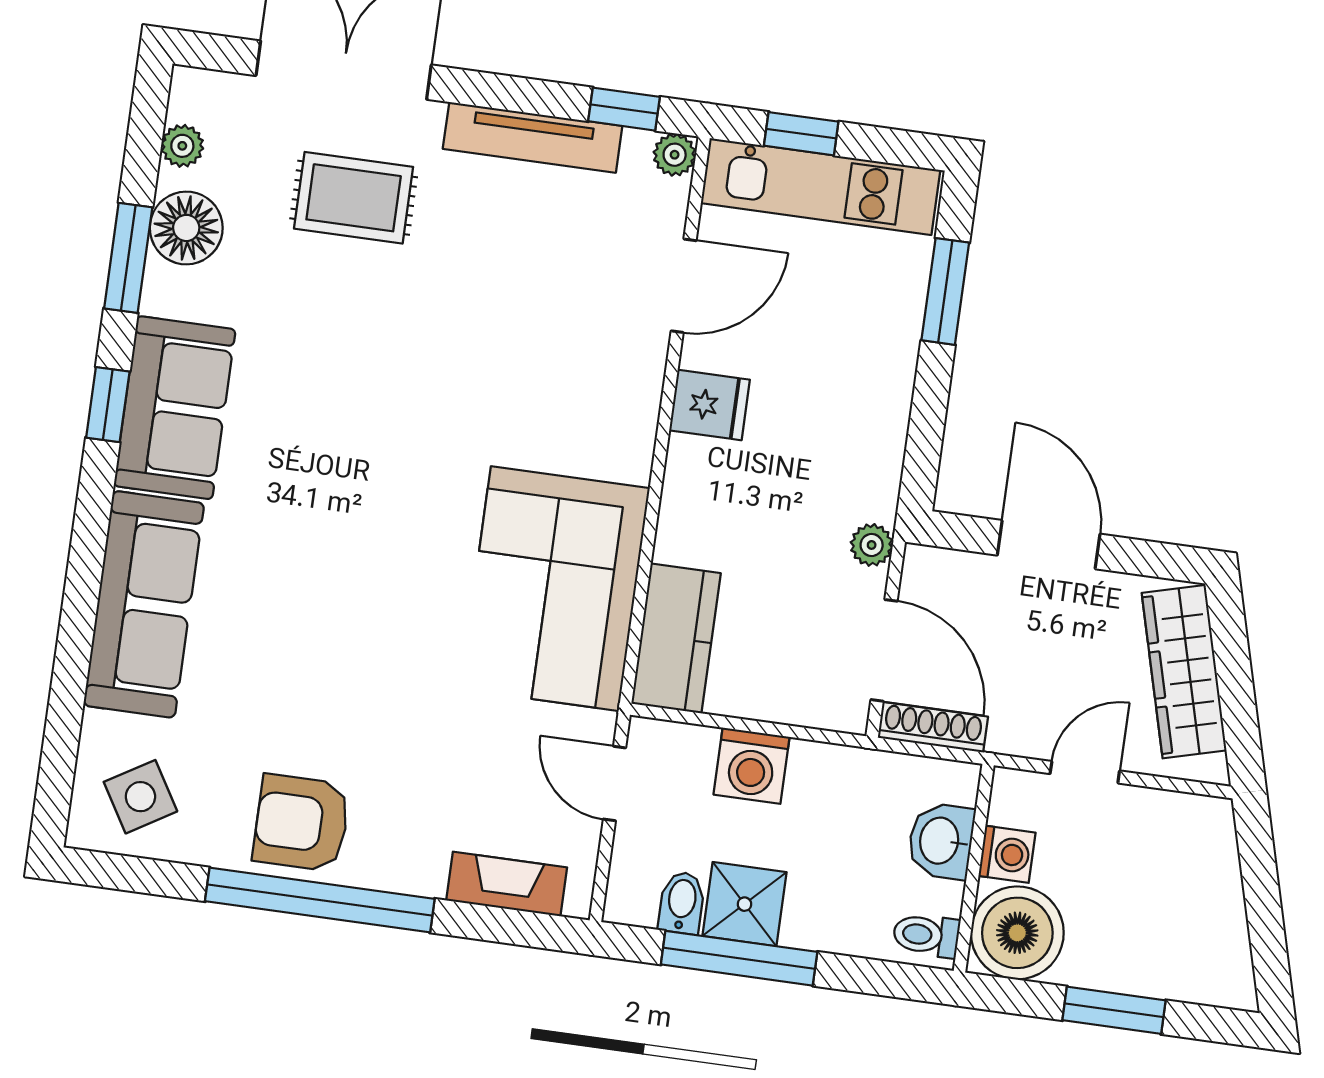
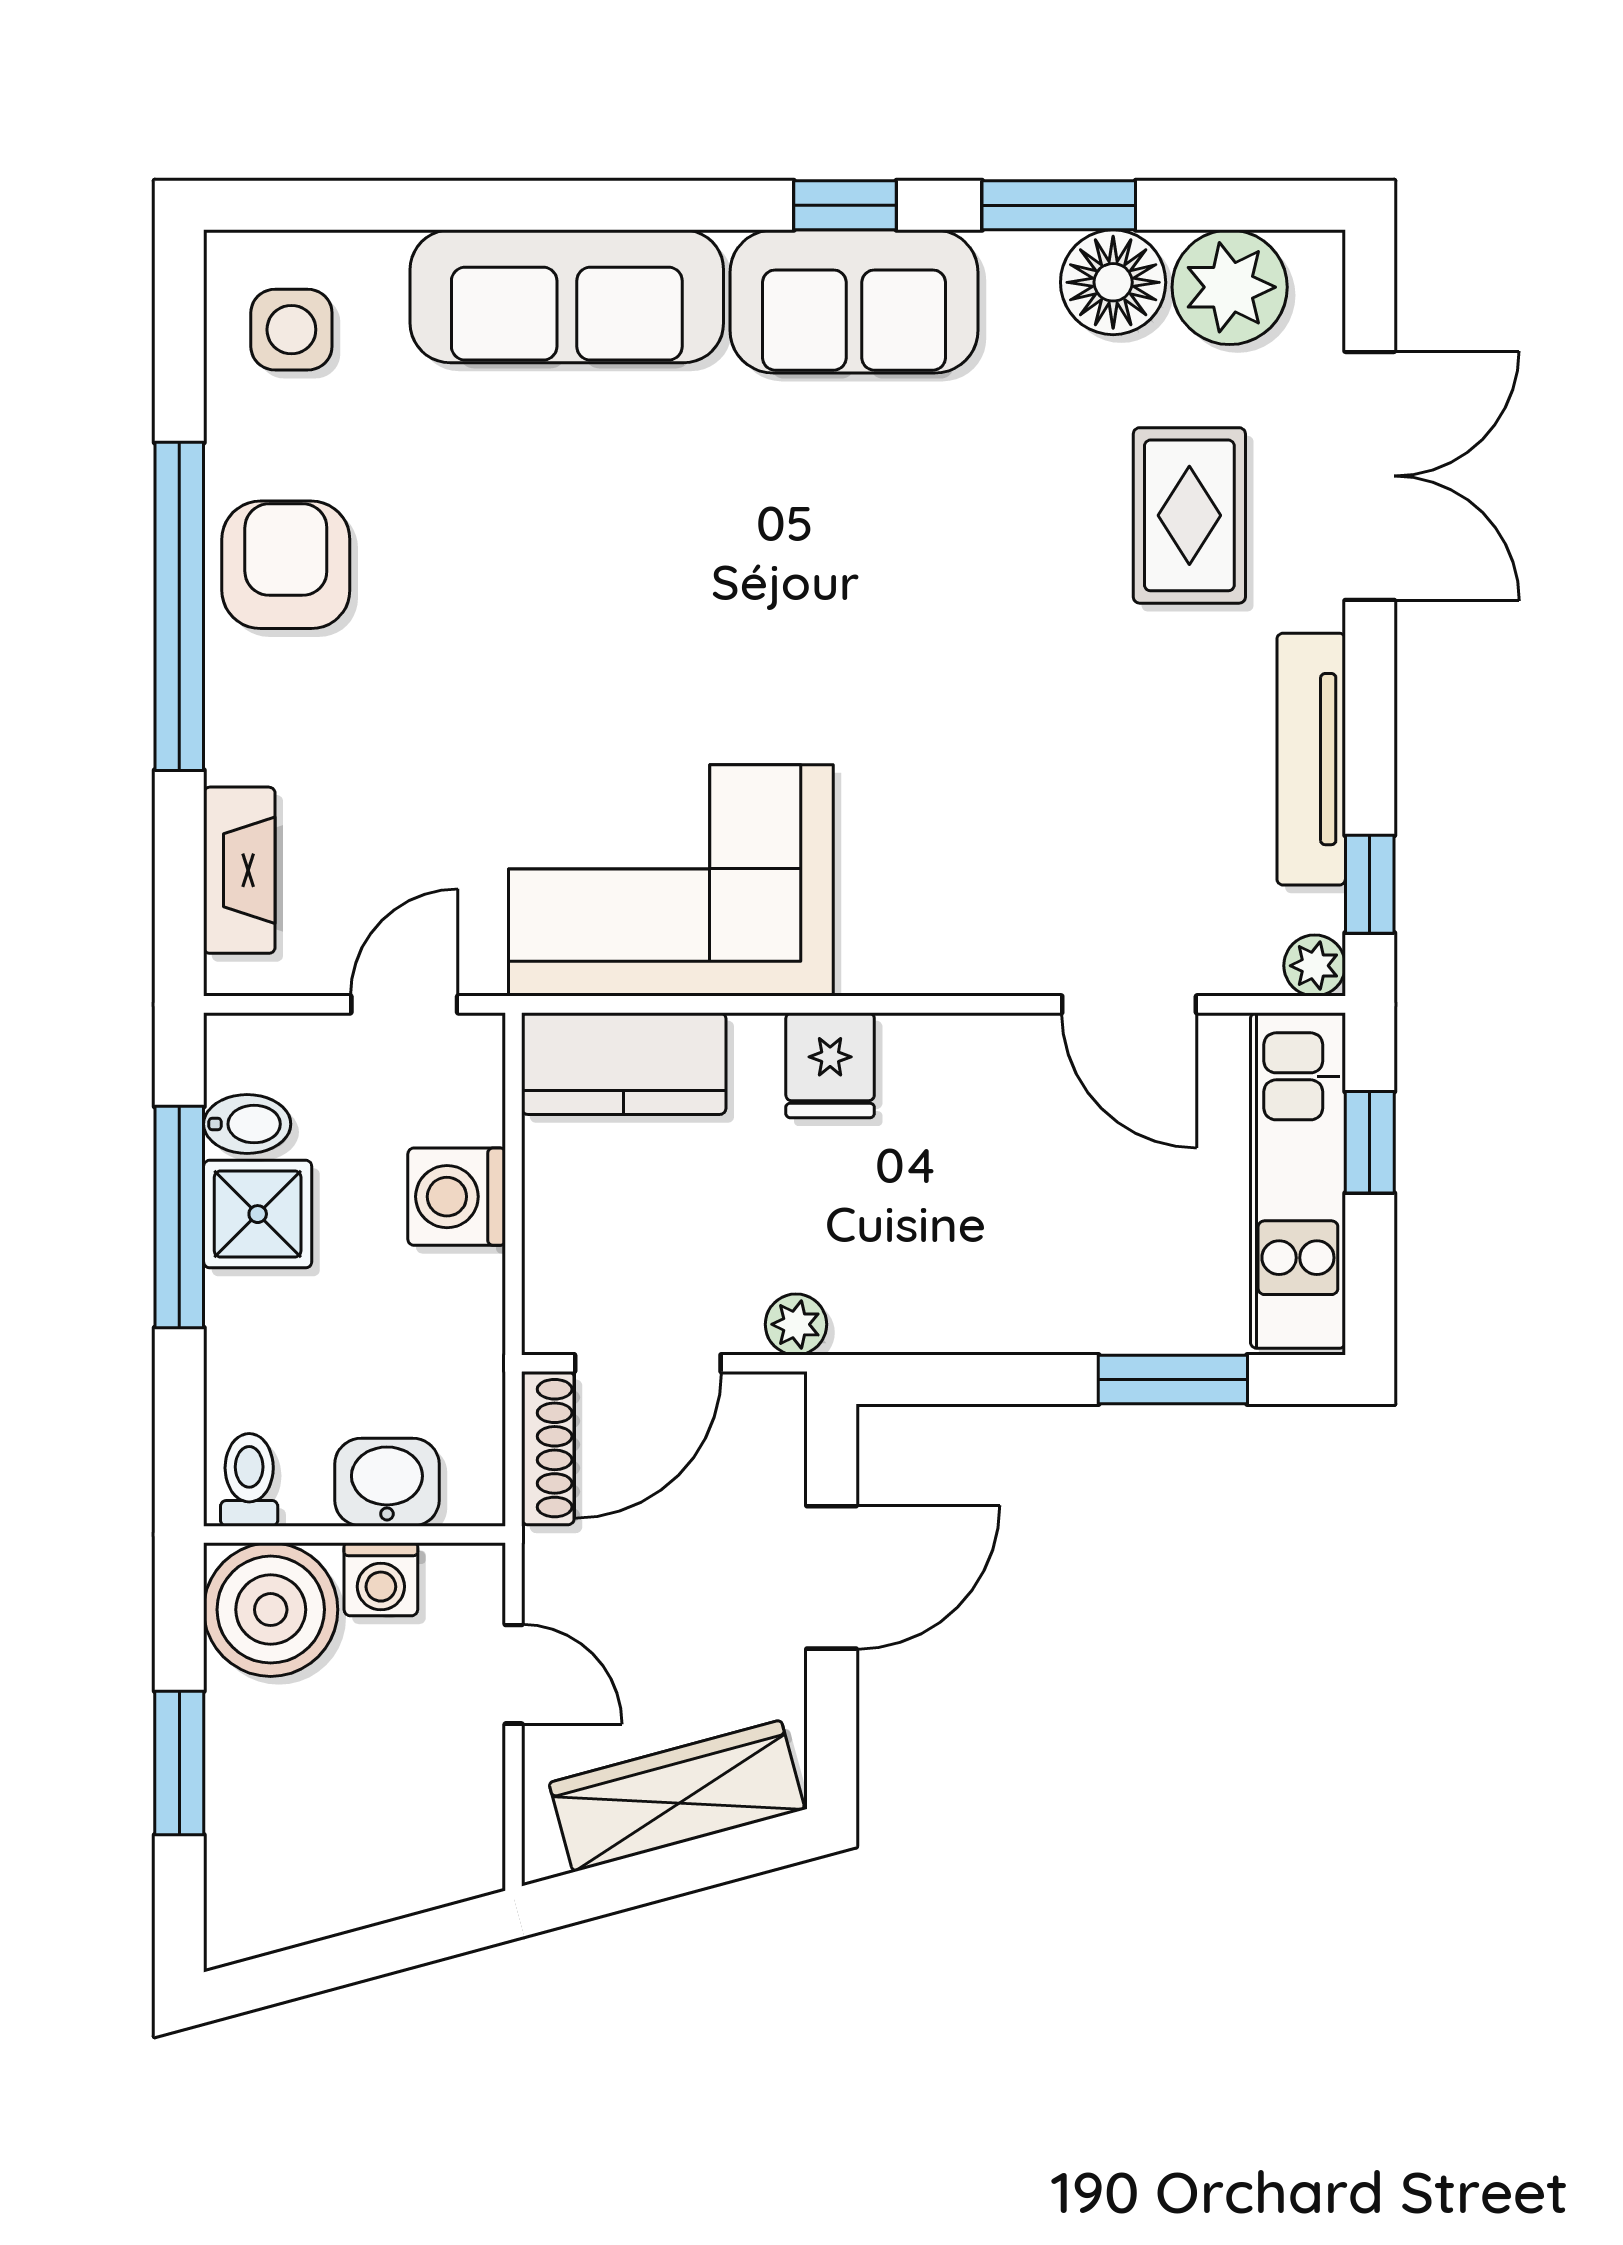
plant: (182, 146) -> (1230, 287), width x1.88, depth x1.88
fridge: (710, 405) -> (830, 1065), moved
side table: (140, 797) -> (291, 330), turned 31

